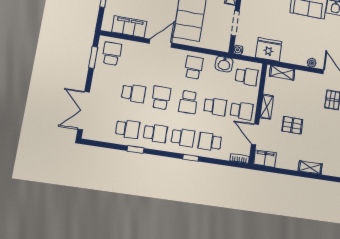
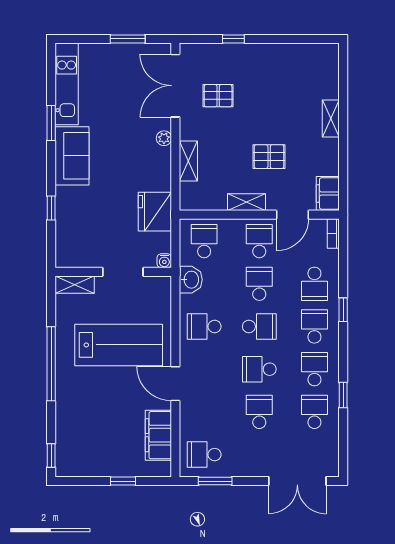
shelving: (282, 73) -> (188, 161), moved
pallet: (292, 125) -> (269, 157), turned 90

